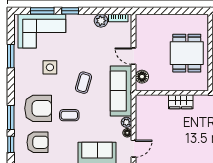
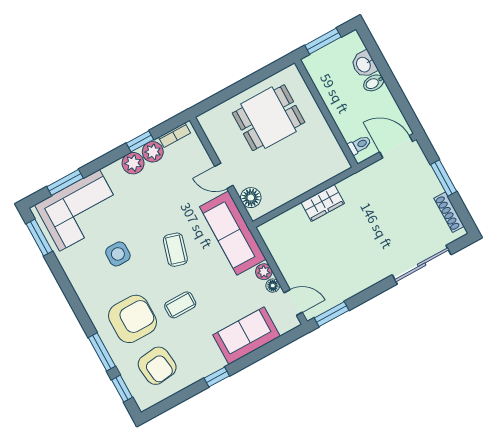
window: (70, 11) -> (140, 141), moved
plant: (86, 21) -> (133, 163), added
dining table: (187, 53) -> (269, 118), moved, turned 90
window: (11, 56) -> (39, 237), moved
armchair: (38, 142) -> (157, 366), turned 83
door: (134, 149) -> (293, 302), hinge flipped

